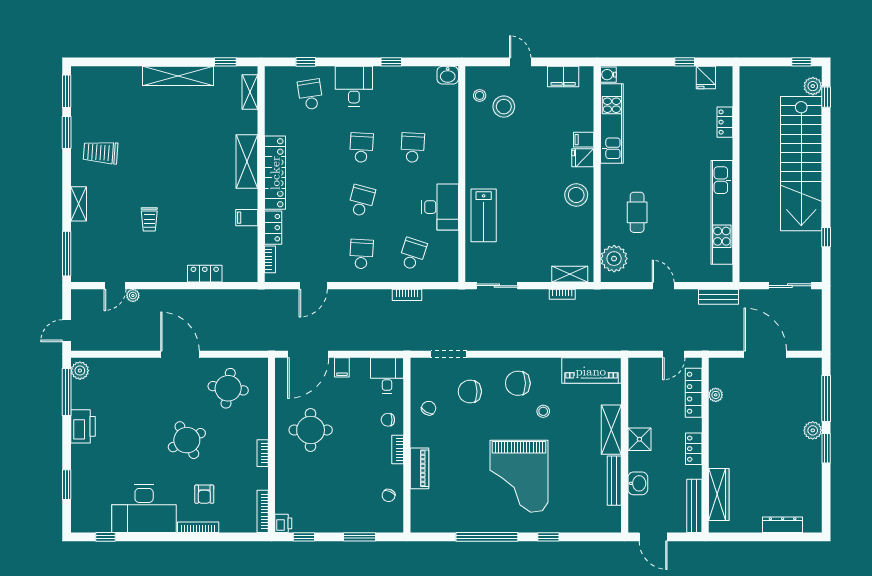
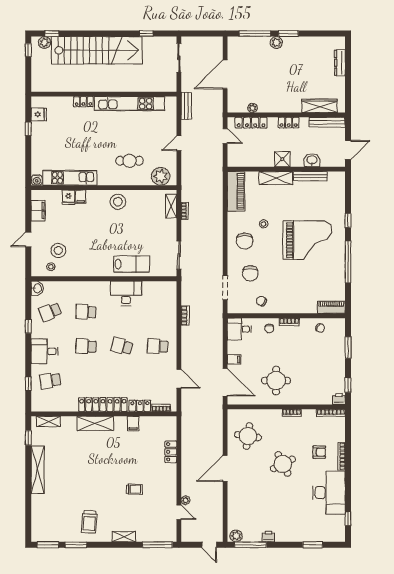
locker: (725, 122) -> (83, 102), moved
fridge: (583, 158) -> (68, 197), moved
school desk: (413, 254) -> (50, 312), moved, turned -39
printer: (83, 426) -> (268, 536), width x0.53, depth x0.68
piano: (419, 468) -> (331, 307), moved

